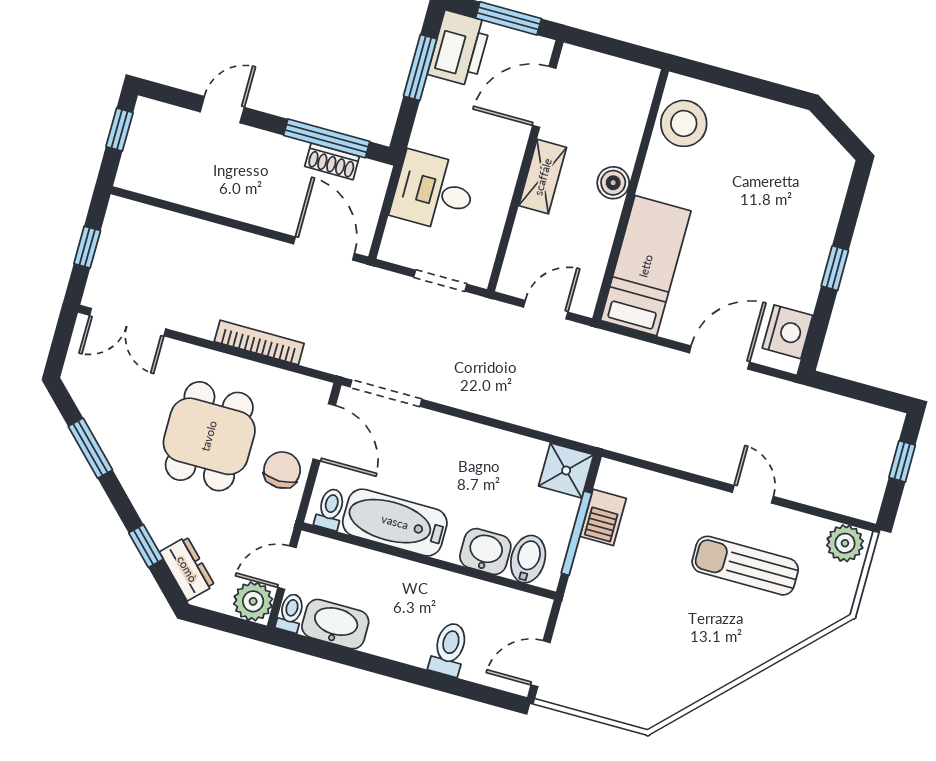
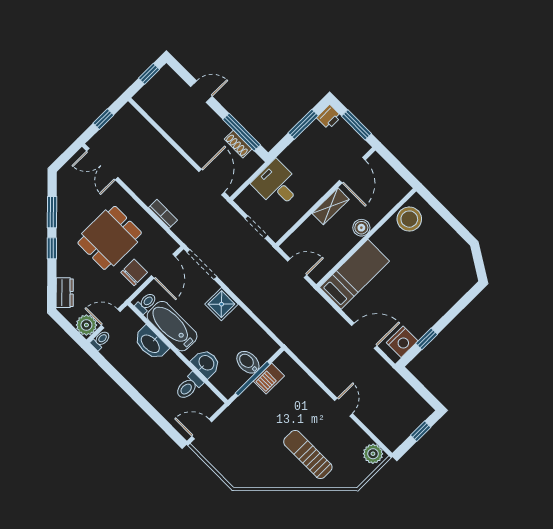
printer: (459, 48) -> (329, 117), width x0.53, depth x0.68
door: (544, 97) -> (352, 170), swing flipped
window: (835, 268) -> (427, 339), moved
bookcase: (259, 342) -> (163, 214), width x0.64
shower: (566, 470) -> (221, 304), moved
window: (146, 546) -> (52, 248), moved
bidet: (528, 559) -> (248, 362), moved, turned -90
sun lounger: (745, 566) -> (308, 455), moved
washbasin: (335, 624) -> (151, 343), moved, turned 180
toilet: (449, 649) -> (189, 386), moved, turned 180

